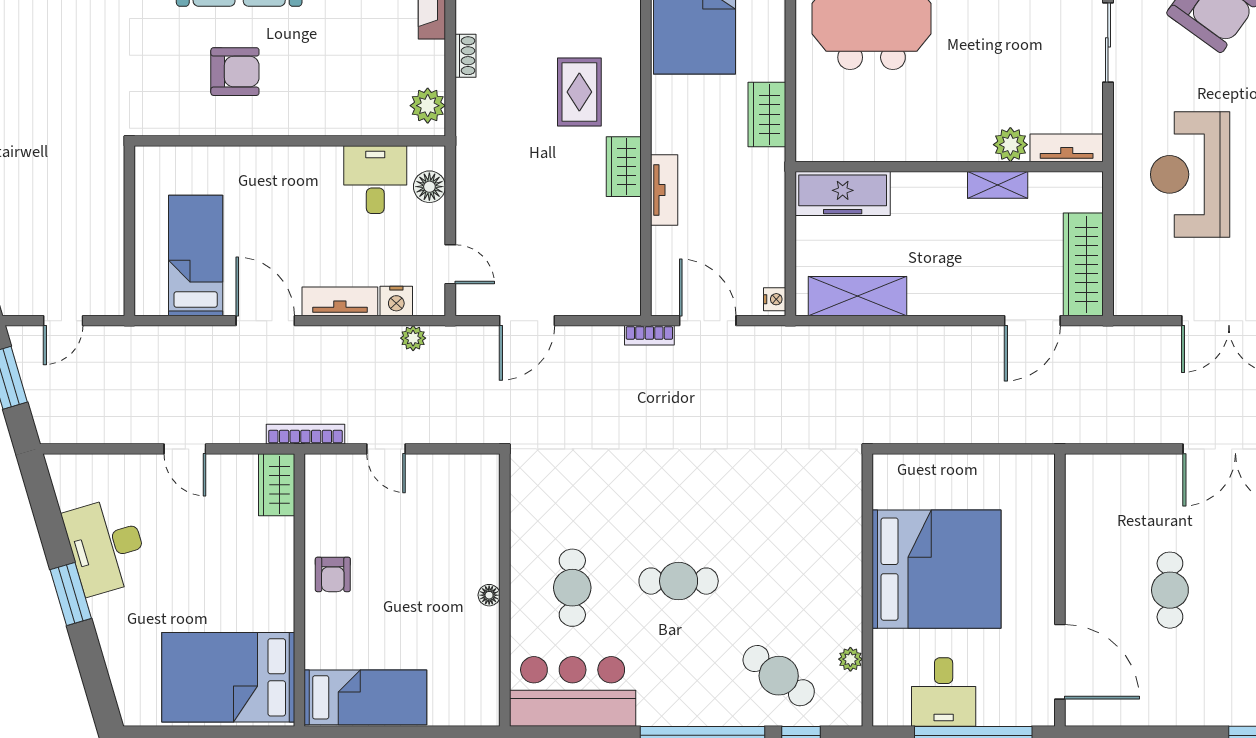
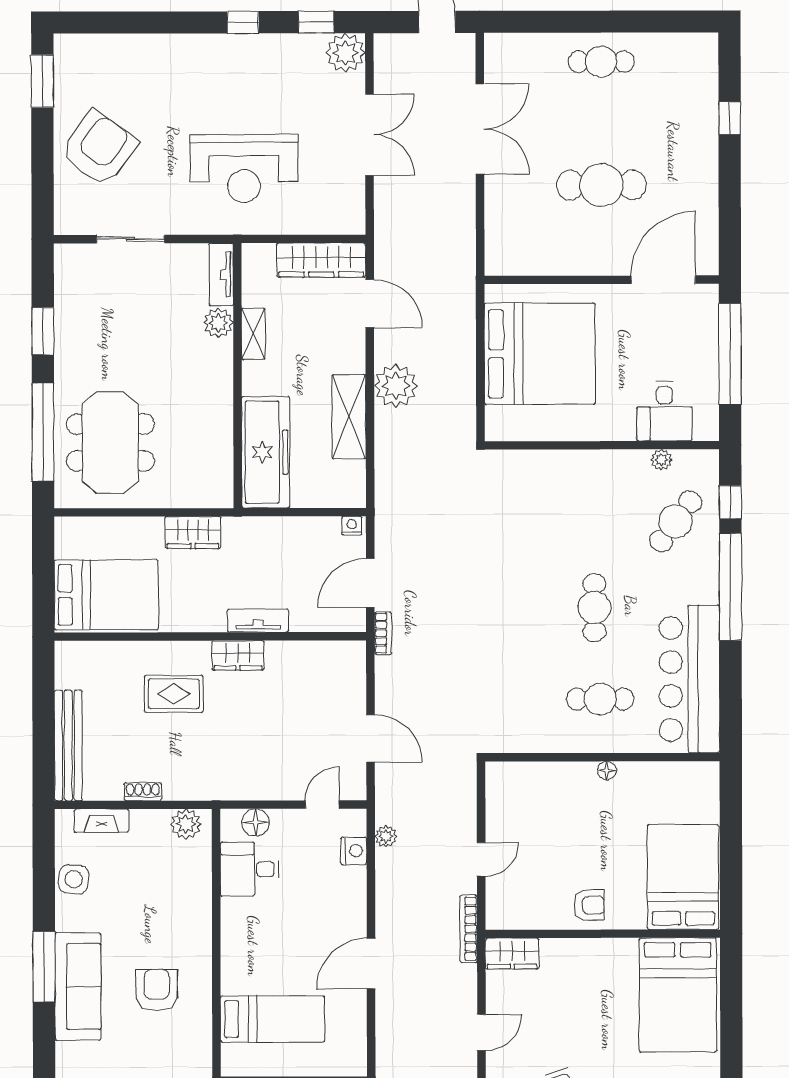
freezer: (843, 193) -> (266, 452), width x1.36, depth x1.26
bed: (196, 255) -> (272, 1019), moved, turned 180
shelving: (858, 296) -> (349, 417), moved
tv unit: (340, 301) -> (354, 899), removed
plant: (937, 351) -> (396, 386), added
bed: (937, 569) -> (540, 354), moved, turned 90
cafe table: (1170, 590) -> (601, 185), width x1.37, depth x1.35
bar counter: (573, 691) -> (689, 679), width x1.36
desk: (944, 692) -> (664, 411), moved, turned 90
bed: (365, 697) -> (683, 877), width x1.50

